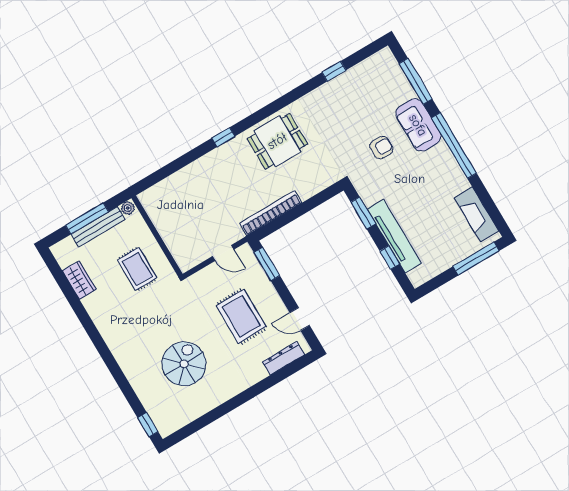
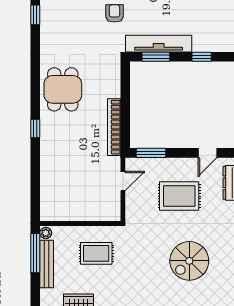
window: (87, 218) -> (35, 253), moved
tv unit: (394, 236) -> (159, 44), moved
spiral stairs: (184, 364) -> (189, 261), turned -90

